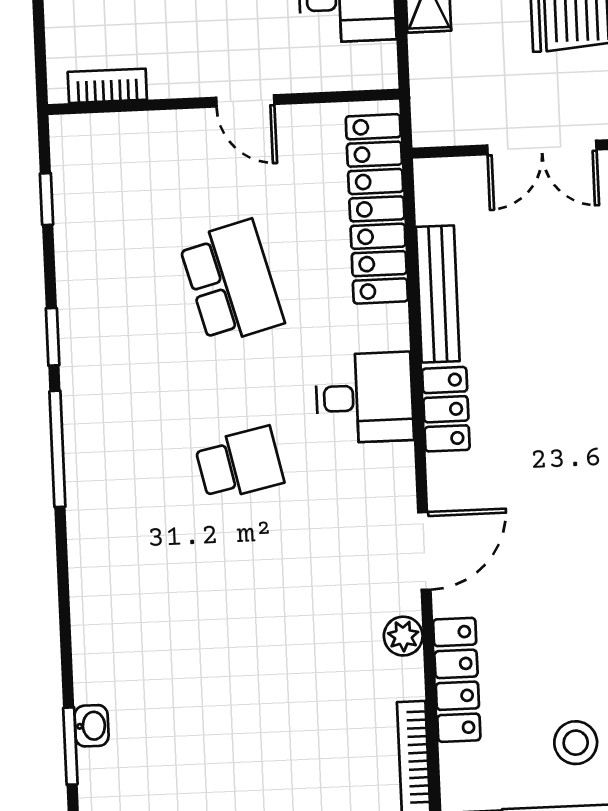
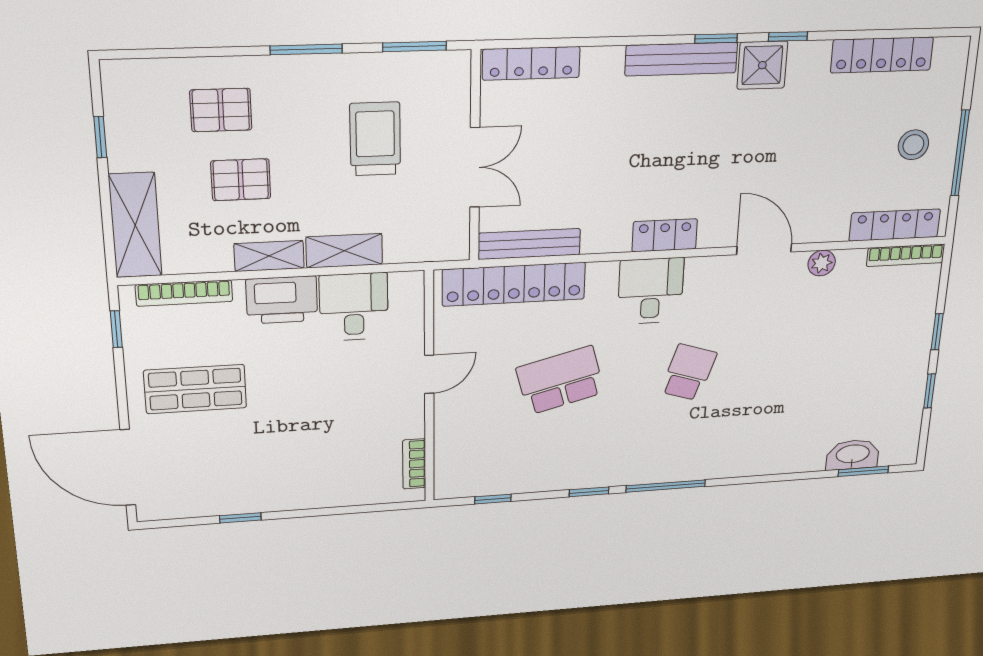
bench: (438, 294) -> (529, 244), moved
school desk: (239, 464) -> (688, 372), turned 30
locker: (457, 680) -> (895, 225), moved
washbasin: (92, 726) -> (853, 455), width x1.91, depth x1.45

